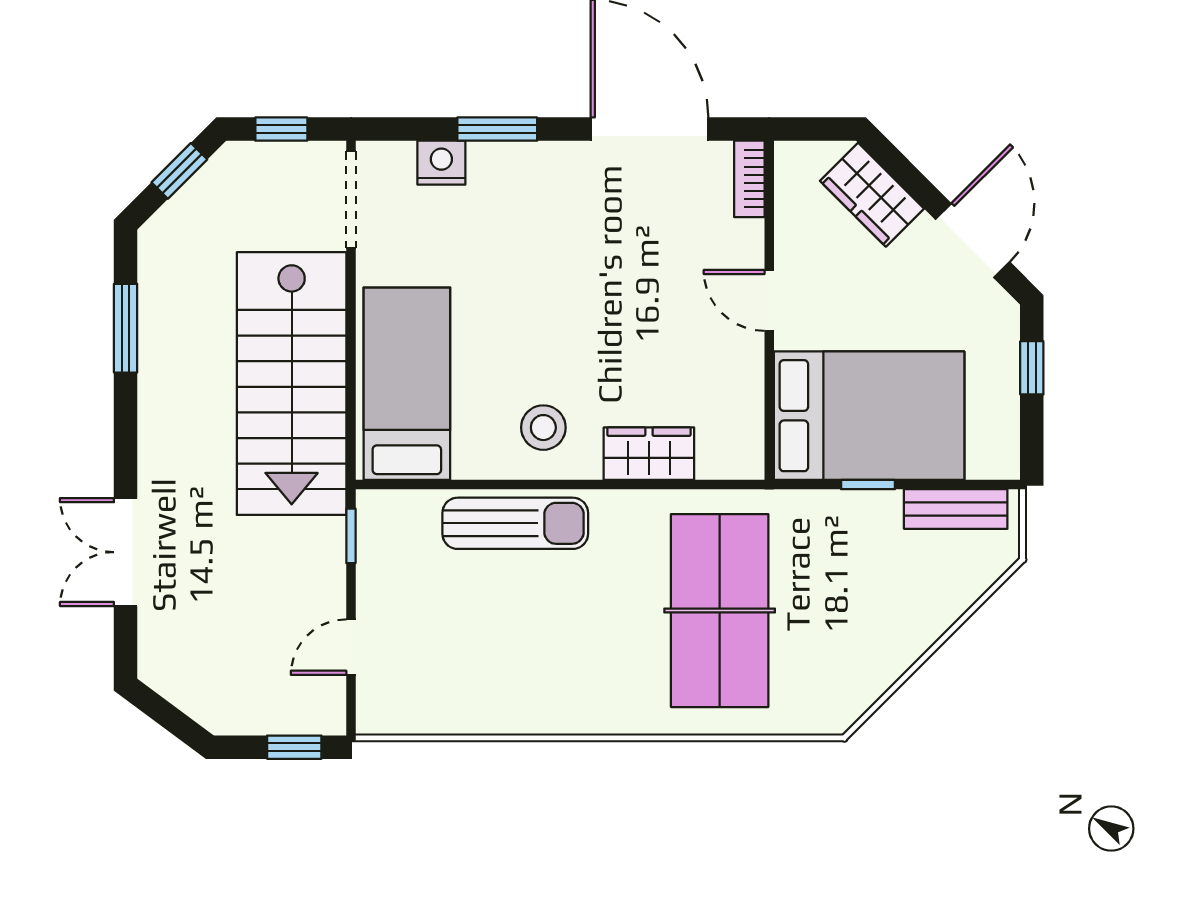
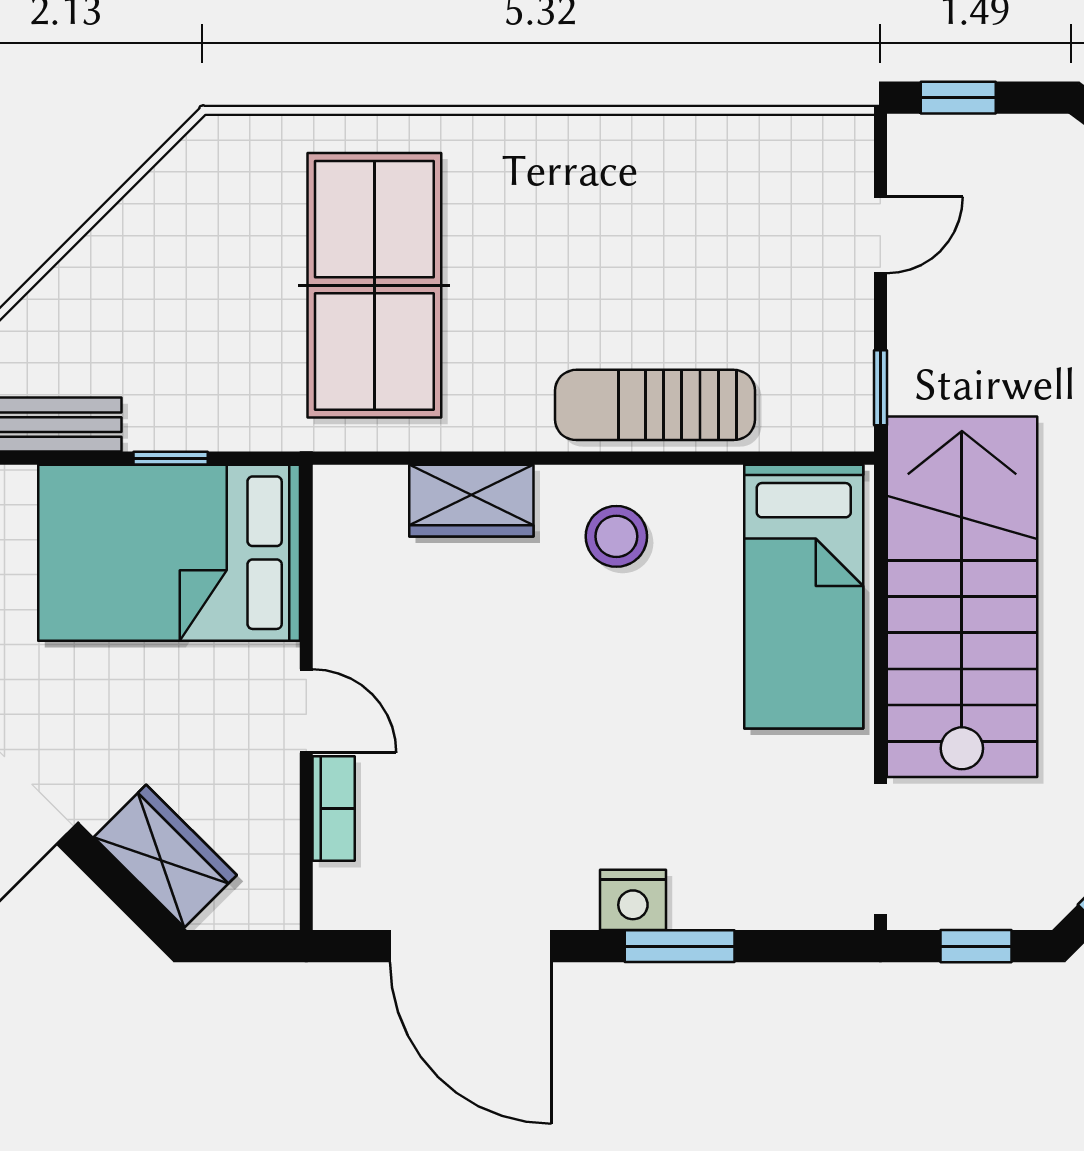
nightstand: (441, 163) -> (633, 900), moved
bookcase: (749, 179) -> (334, 809), moved

